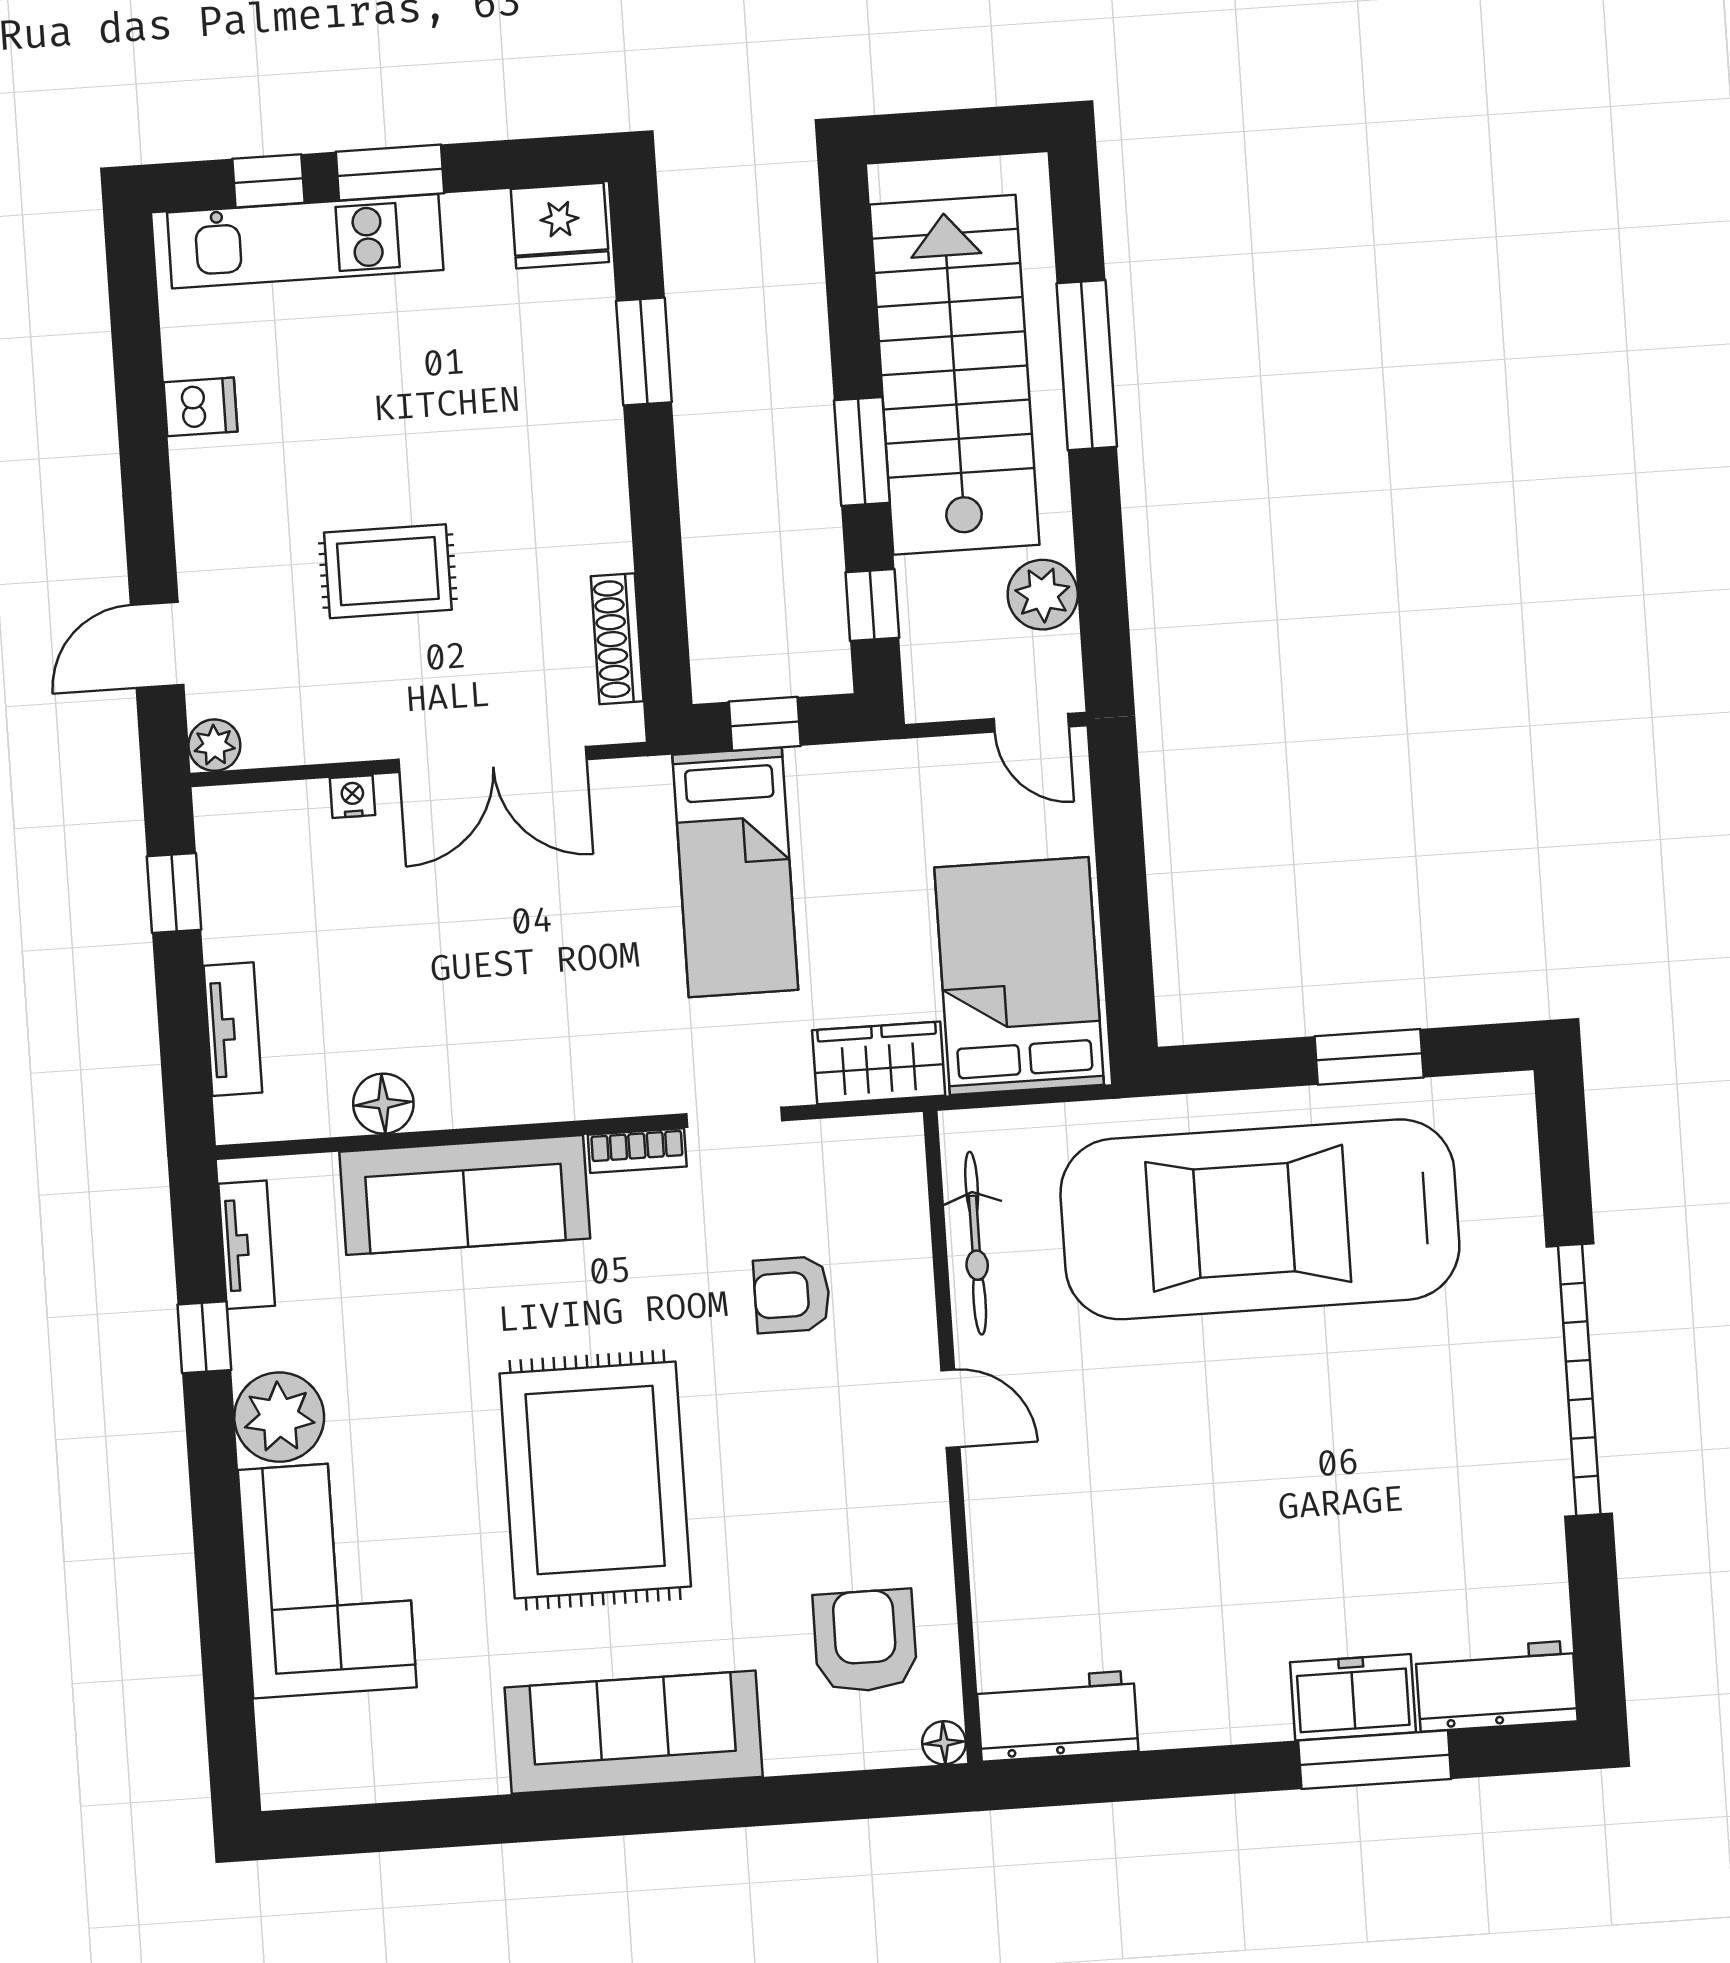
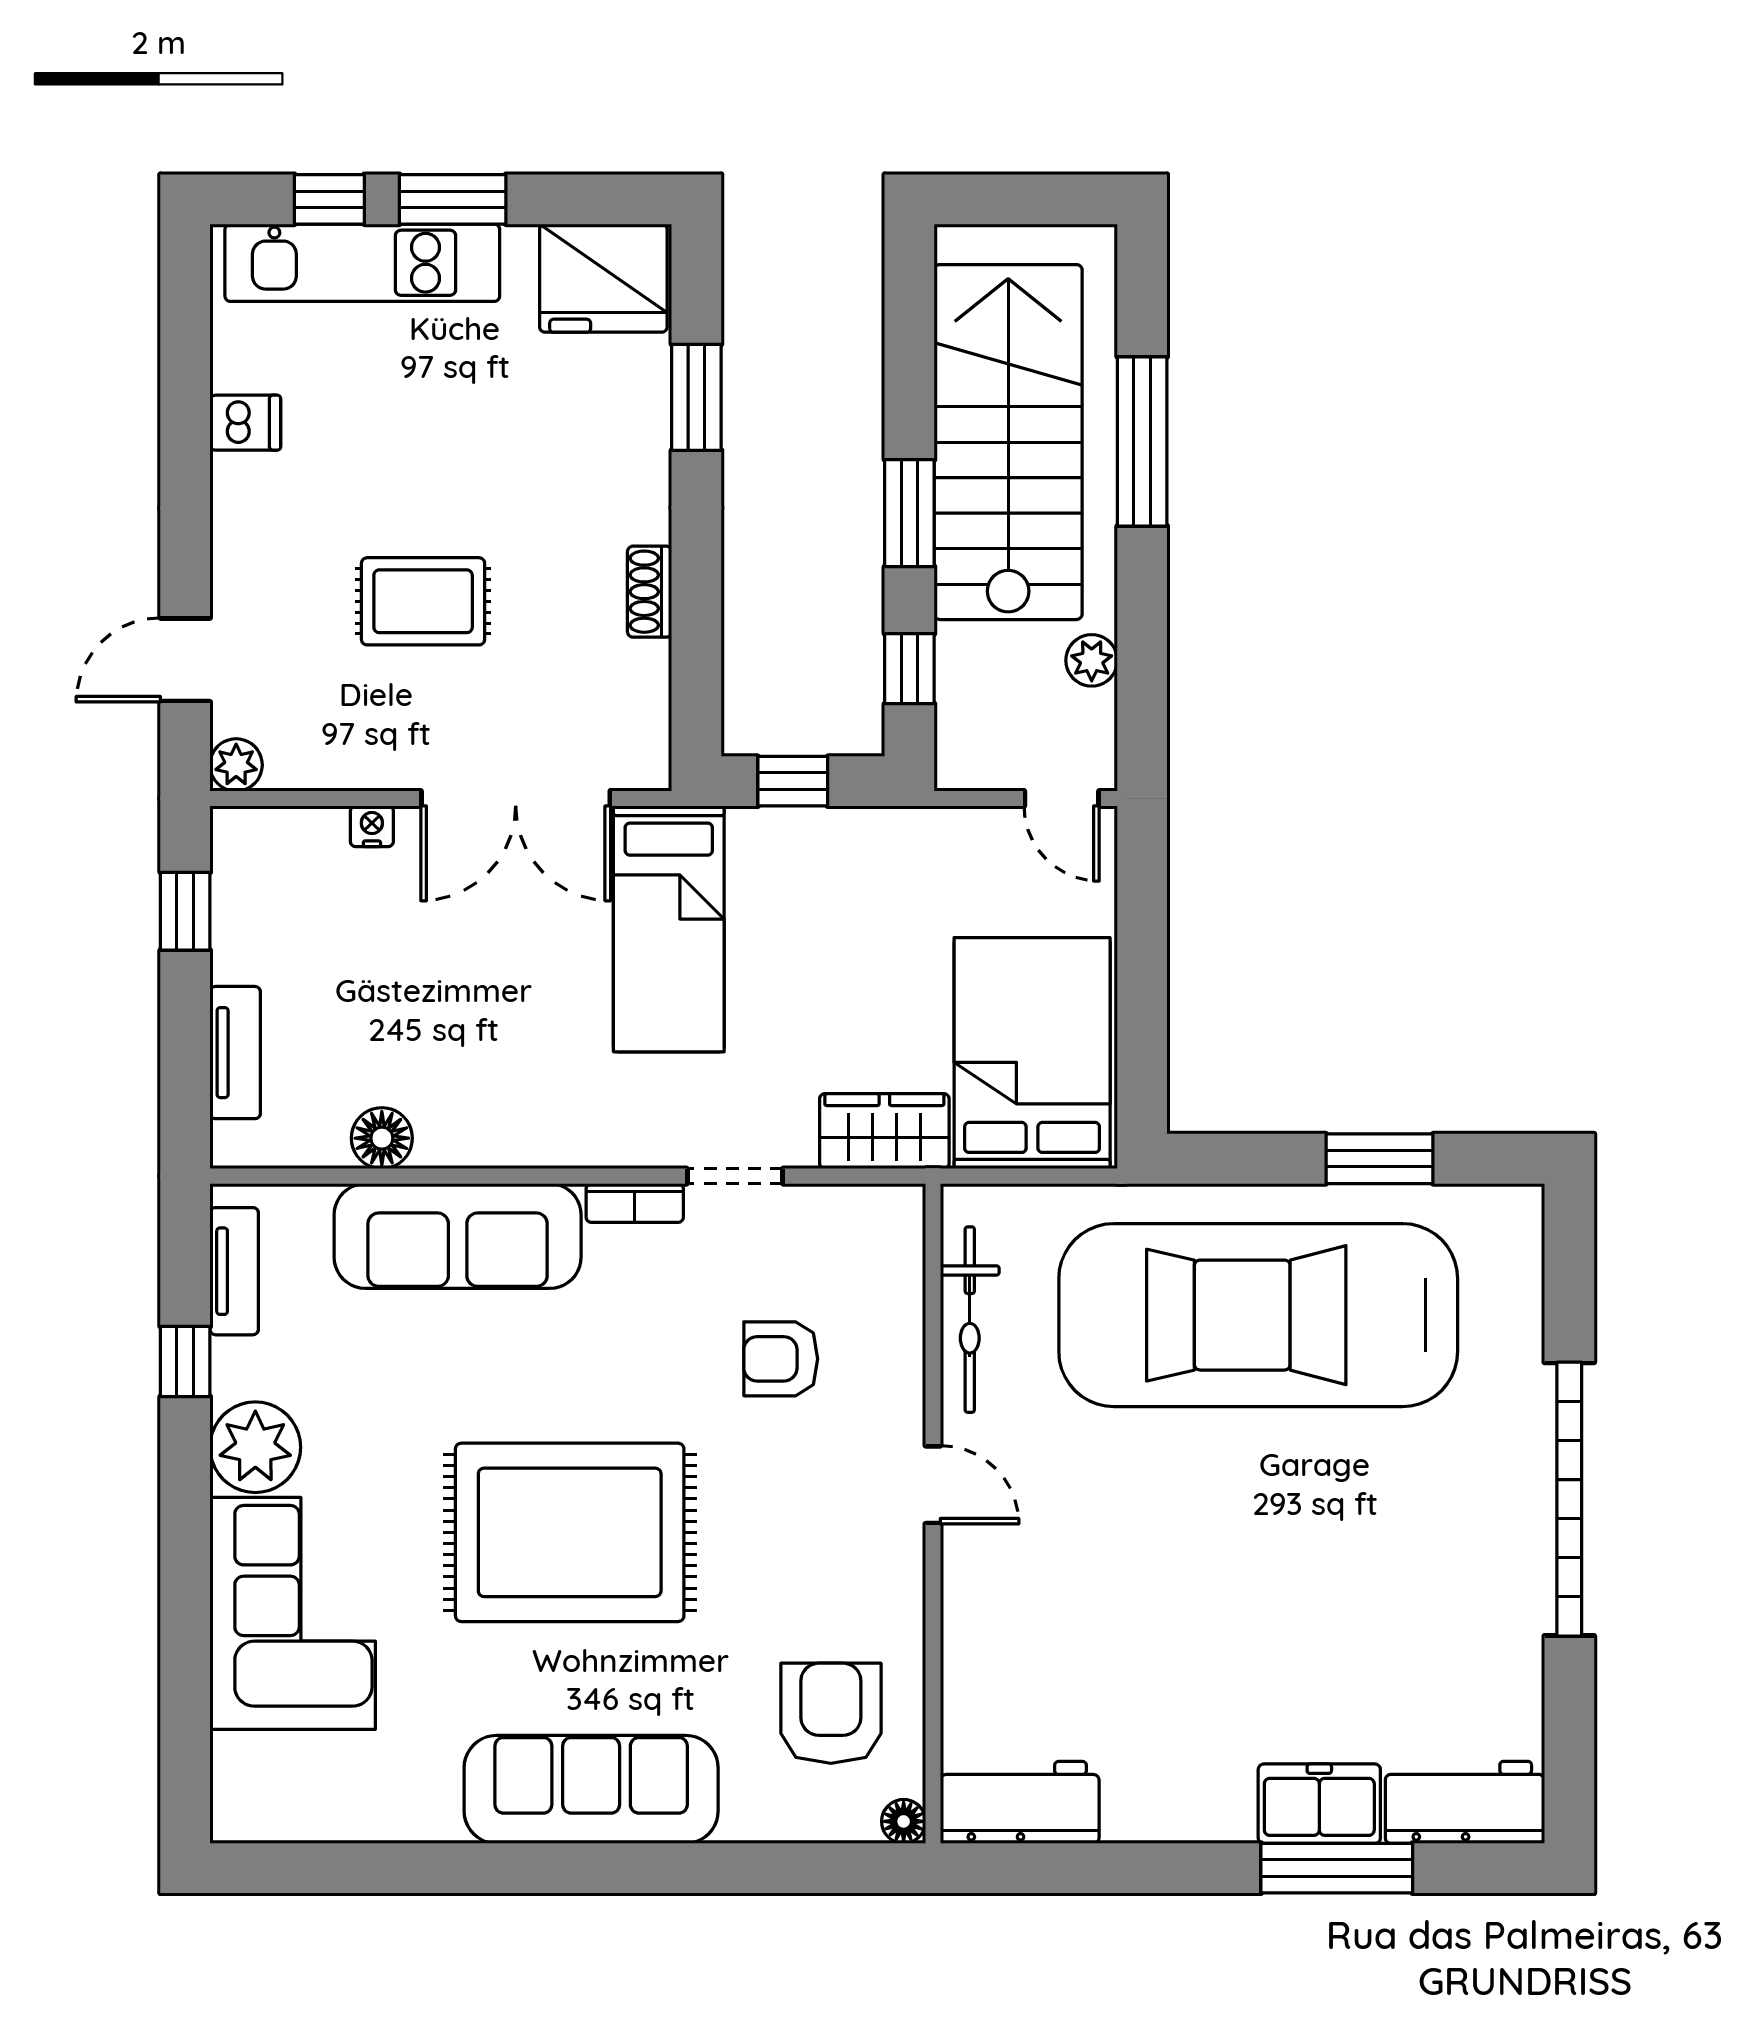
fridge: (560, 226) -> (603, 278), width x1.36, depth x1.34
plant: (1043, 595) -> (1092, 660), width x0.73, depth x0.73
shoe rack: (617, 639) -> (650, 592), moved, width x0.70
bed: (735, 872) -> (669, 929), moved
rug: (595, 1480) -> (570, 1532), turned 90

